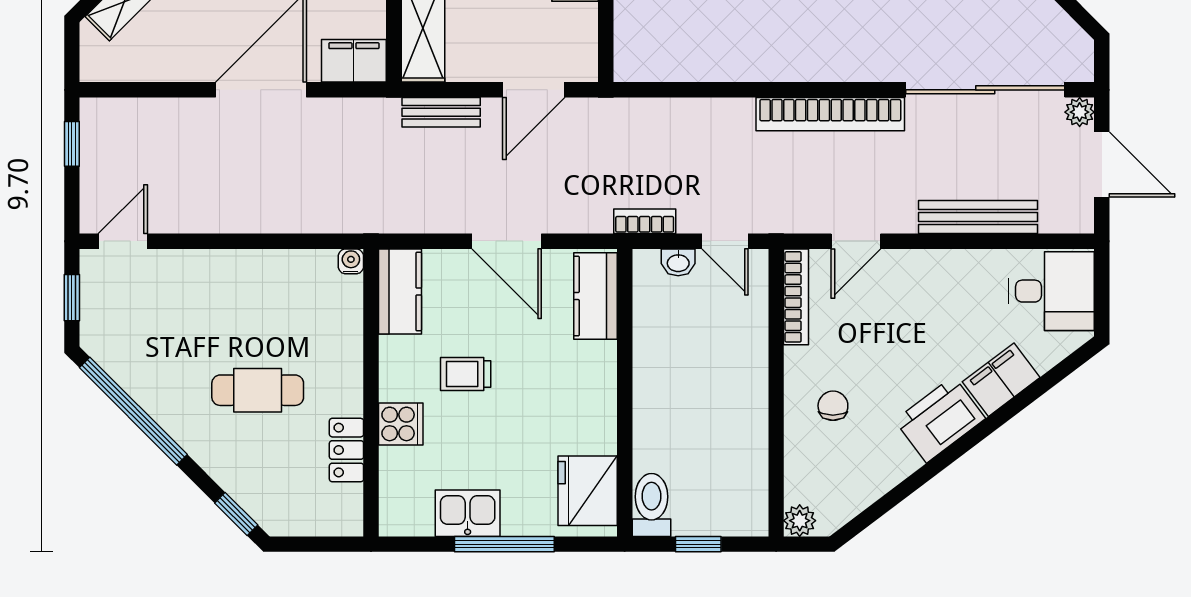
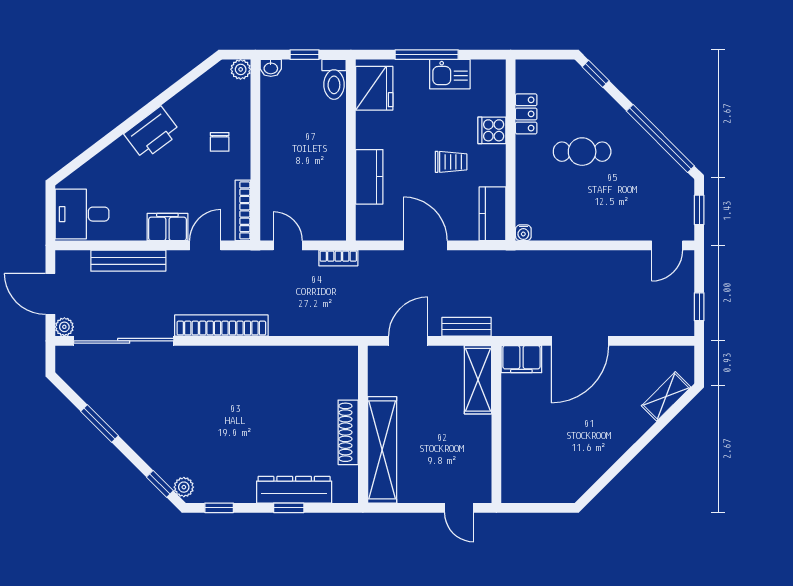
washbasin: (678, 262) -> (271, 68), moved, turned 180
kitchen counter: (595, 296) -> (369, 177), moved
filing cabinet: (1001, 380) -> (167, 227), moved, turned -143

